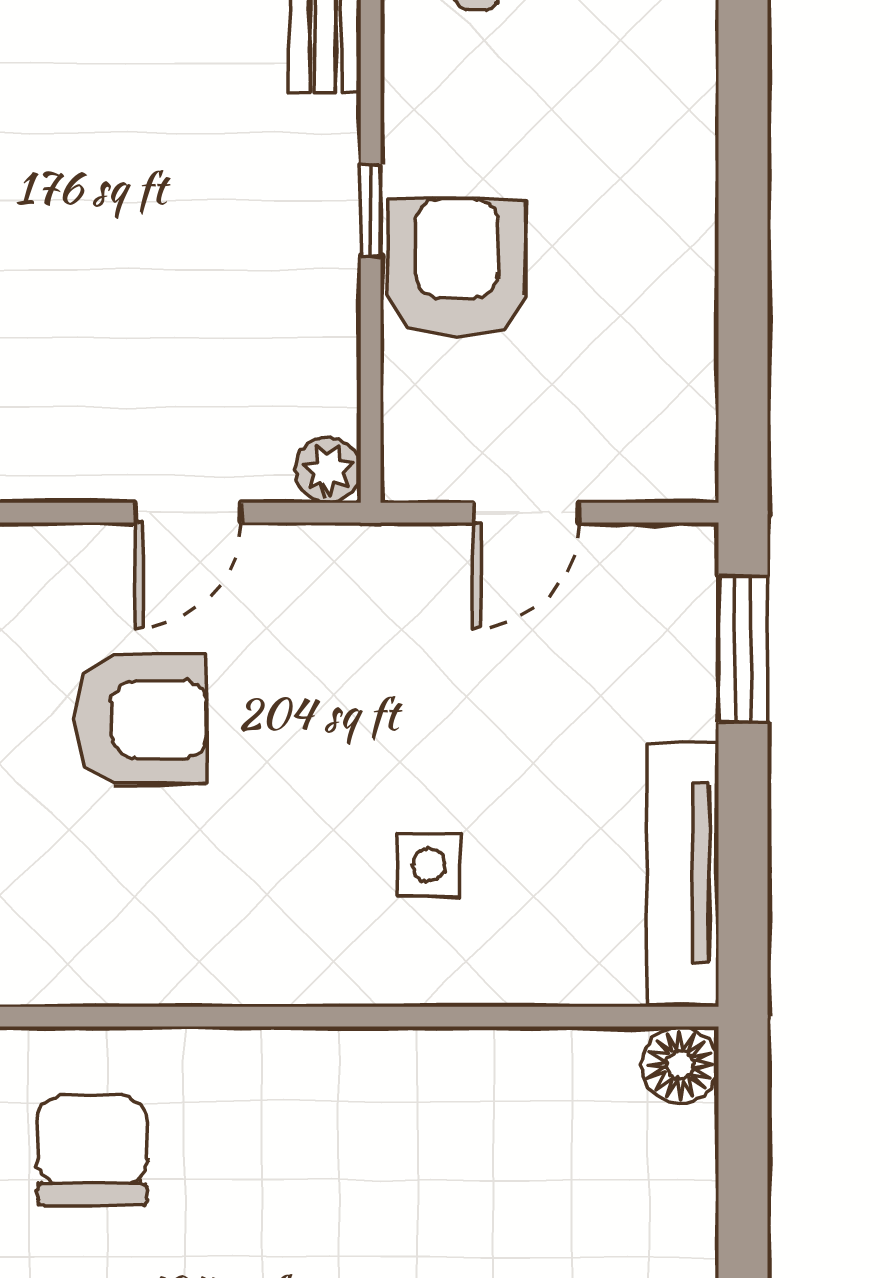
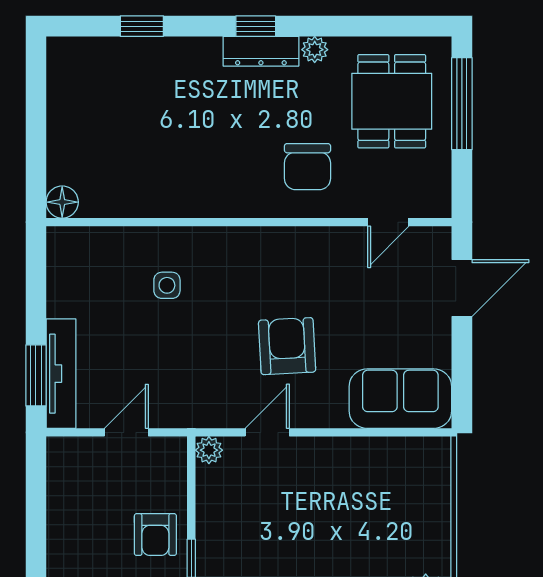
armchair: (457, 268) -> (155, 535), width x0.72, depth x0.72
armchair: (141, 719) -> (287, 346), turned 87
tv unit: (683, 873) -> (61, 374), moved

